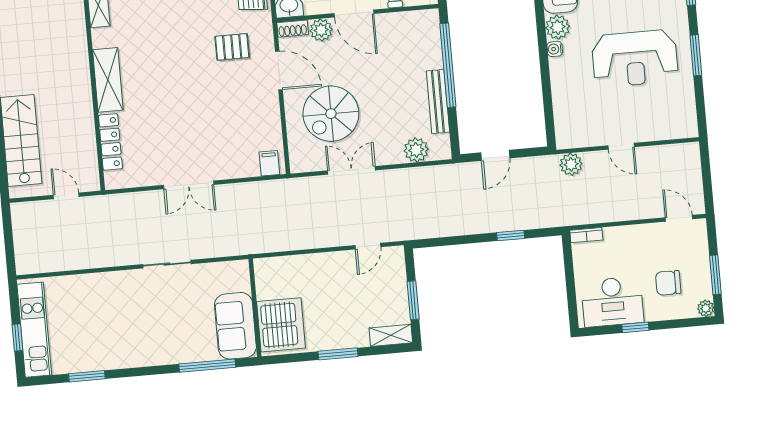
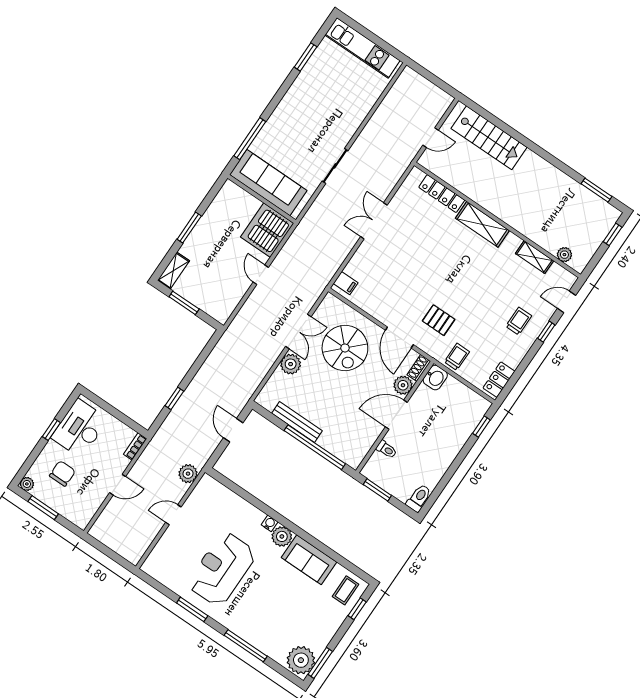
pallet: (232, 47) -> (439, 320), turned 90
door: (279, 70) -> (399, 337), hinge flipped
spiral stairs: (331, 114) -> (345, 348), turned 180
plant: (416, 150) -> (291, 364), moved
door: (679, 218) -> (118, 485), moved
door: (368, 246) -> (261, 275), moved
server rack: (281, 325) -> (267, 230), moved, turned 90
sofa: (235, 326) -> (268, 183), width x1.36
window: (17, 338) -> (366, 33), removed

